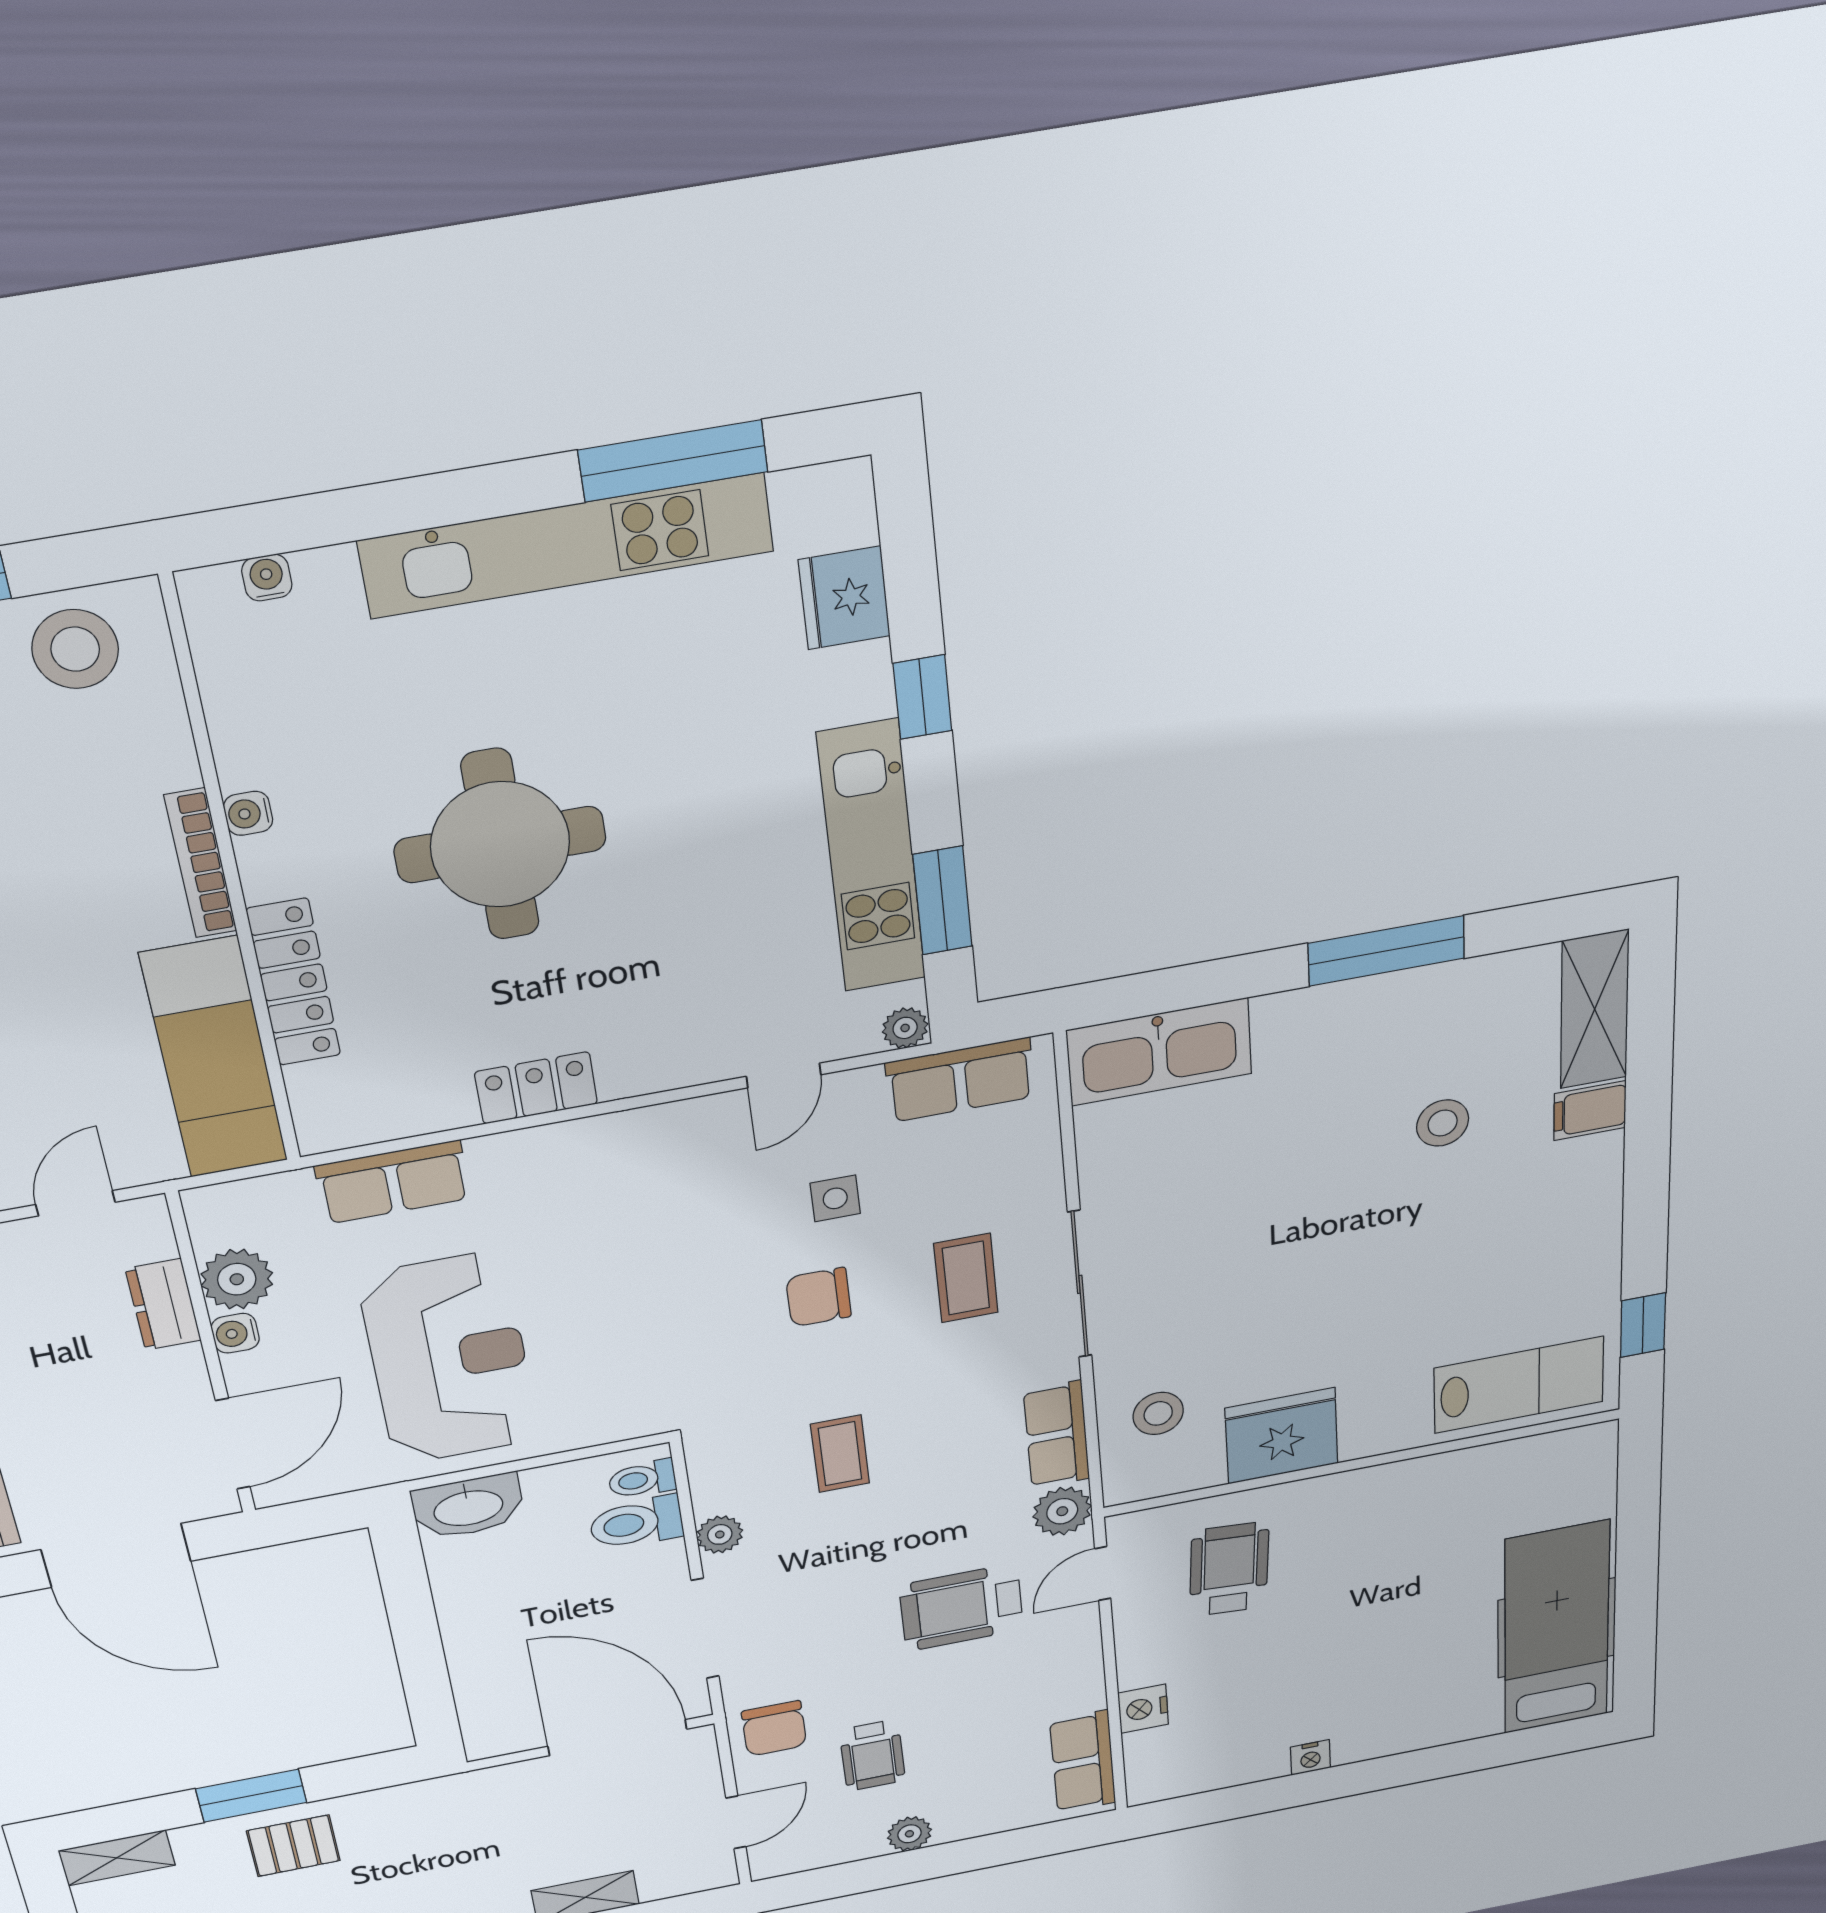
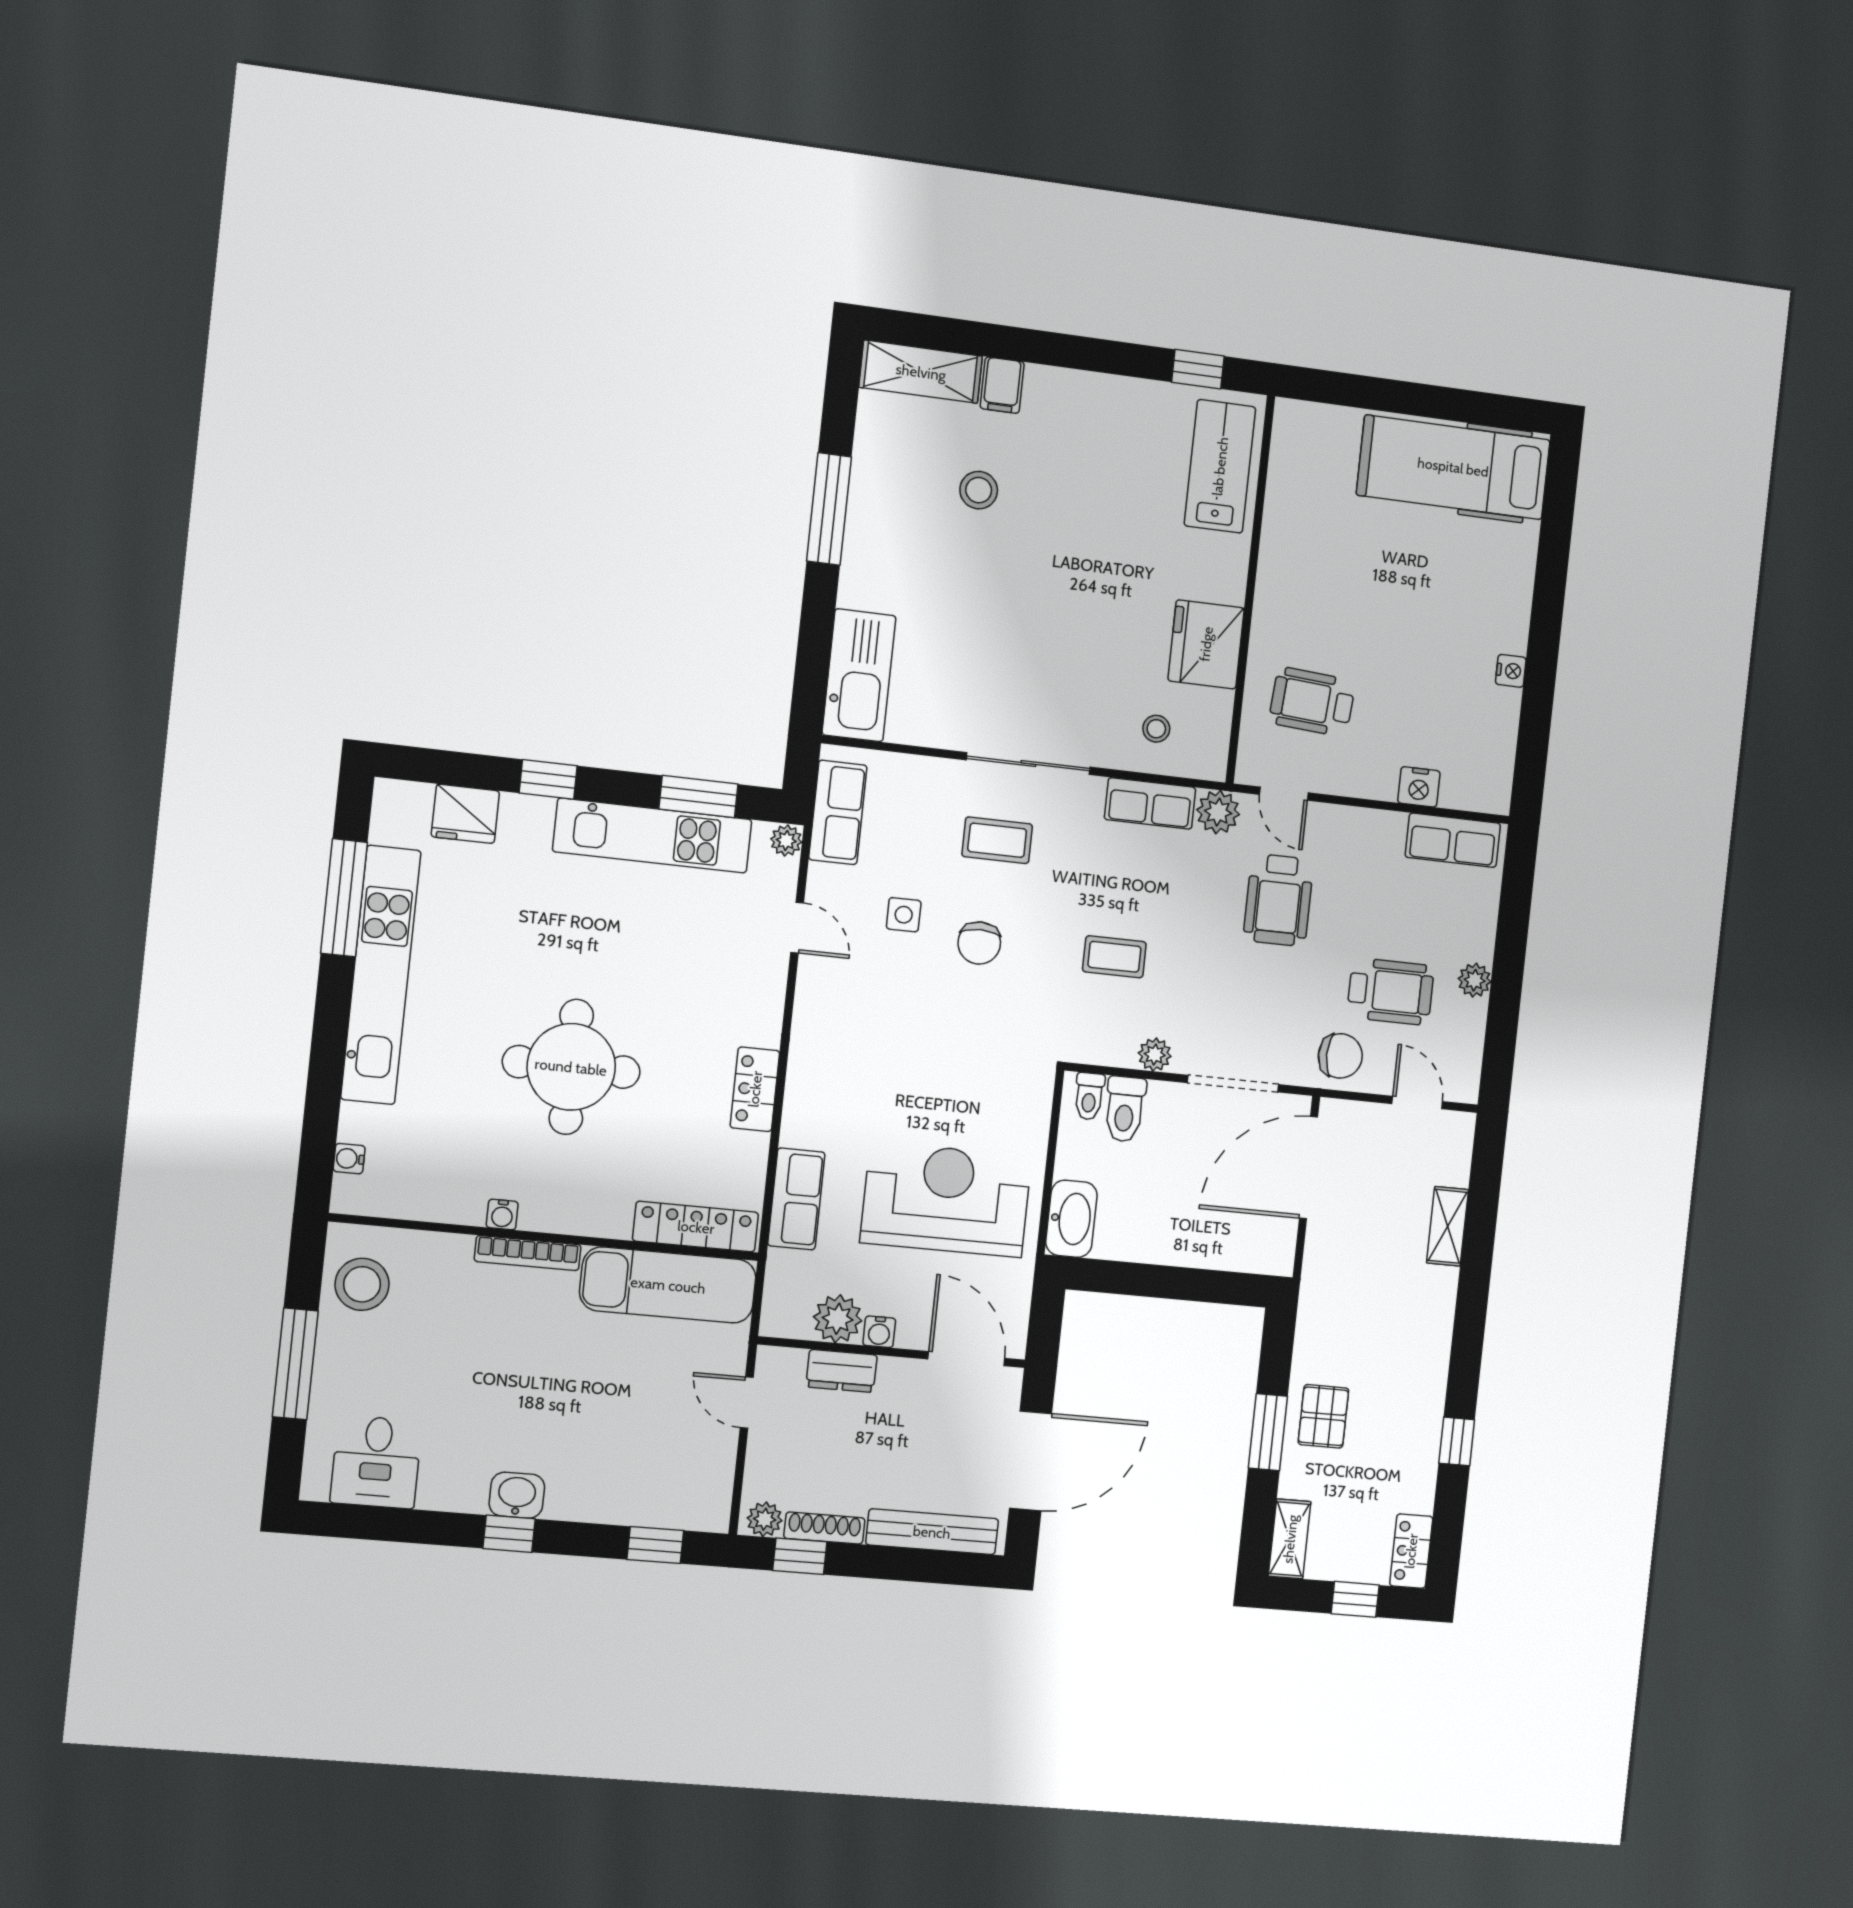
locker: (294, 982) -> (696, 1227), moved
stool: (1158, 1413) -> (1156, 729), width x0.73, depth x0.73
wheelchair: (872, 1755) -> (1391, 991), width x1.36, depth x1.37

